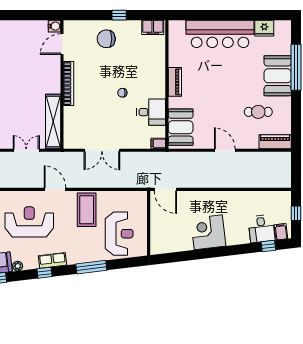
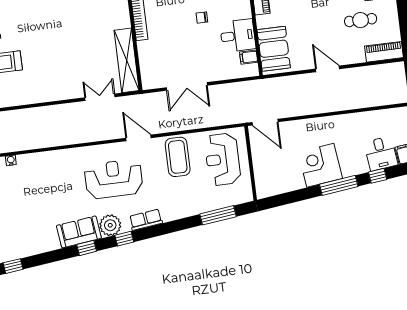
filing cabinet: (158, 143) -> (249, 57), moved
reception desk: (119, 234) -> (223, 159), moved, turned 180
window: (268, 246) -> (378, 176), moved
window: (222, 252) -> (339, 185), added
plant: (18, 266) -> (110, 225), width x1.87, depth x1.87
window: (91, 267) -> (218, 215), moved
window: (44, 273) -> (124, 239), moved

